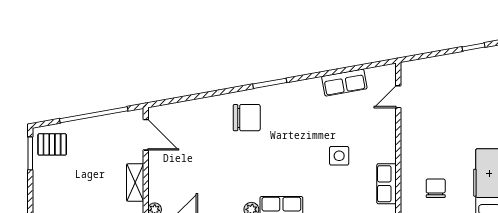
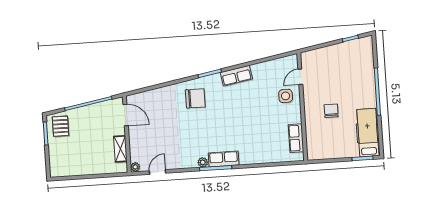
row of seats: (344, 83) -> (236, 76), moved
pallet: (52, 144) -> (61, 126), turned 90
side table: (339, 156) -> (286, 96), moved
chair: (436, 188) -> (331, 111), moved

